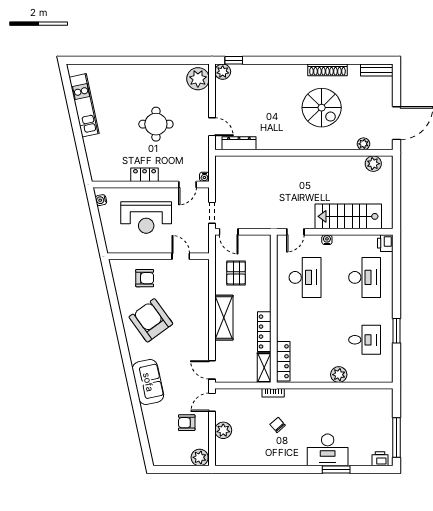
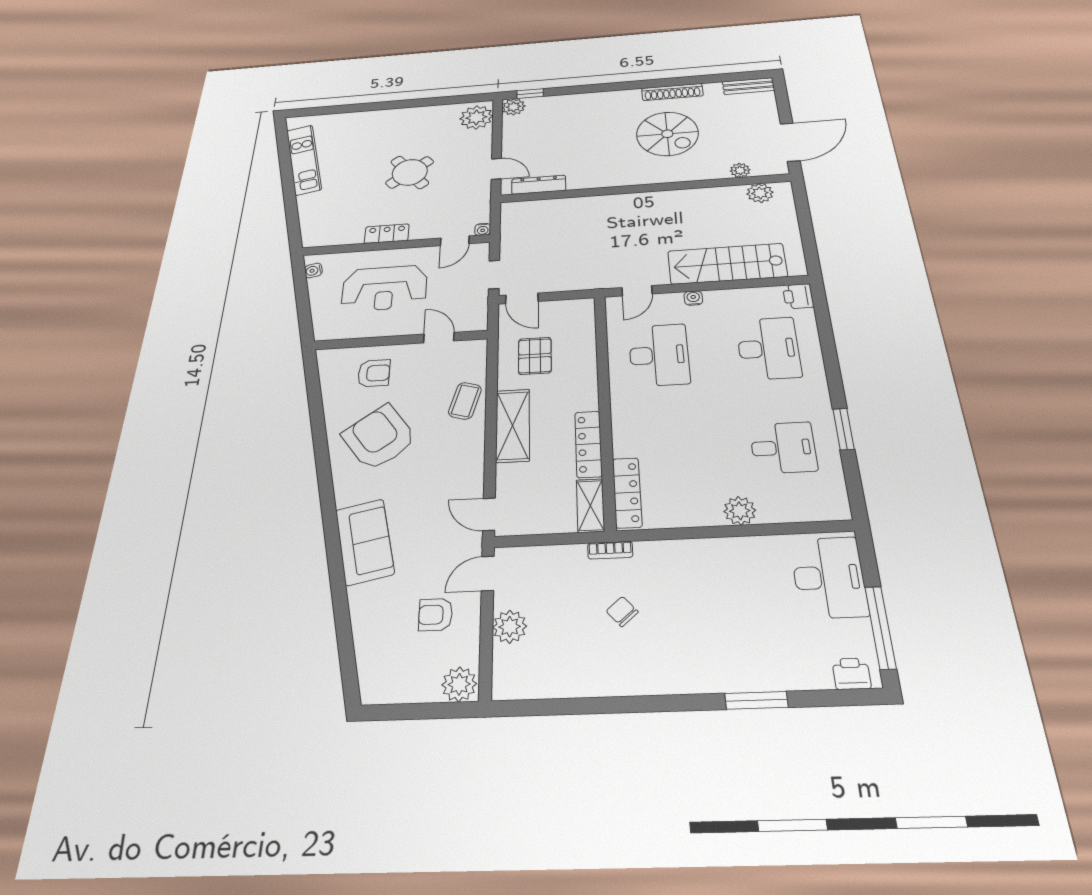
round table: (156, 124) -> (410, 172), turned -38
coffee table: (197, 300) -> (465, 401), added
desk: (328, 450) -> (829, 577), moved, turned -90

